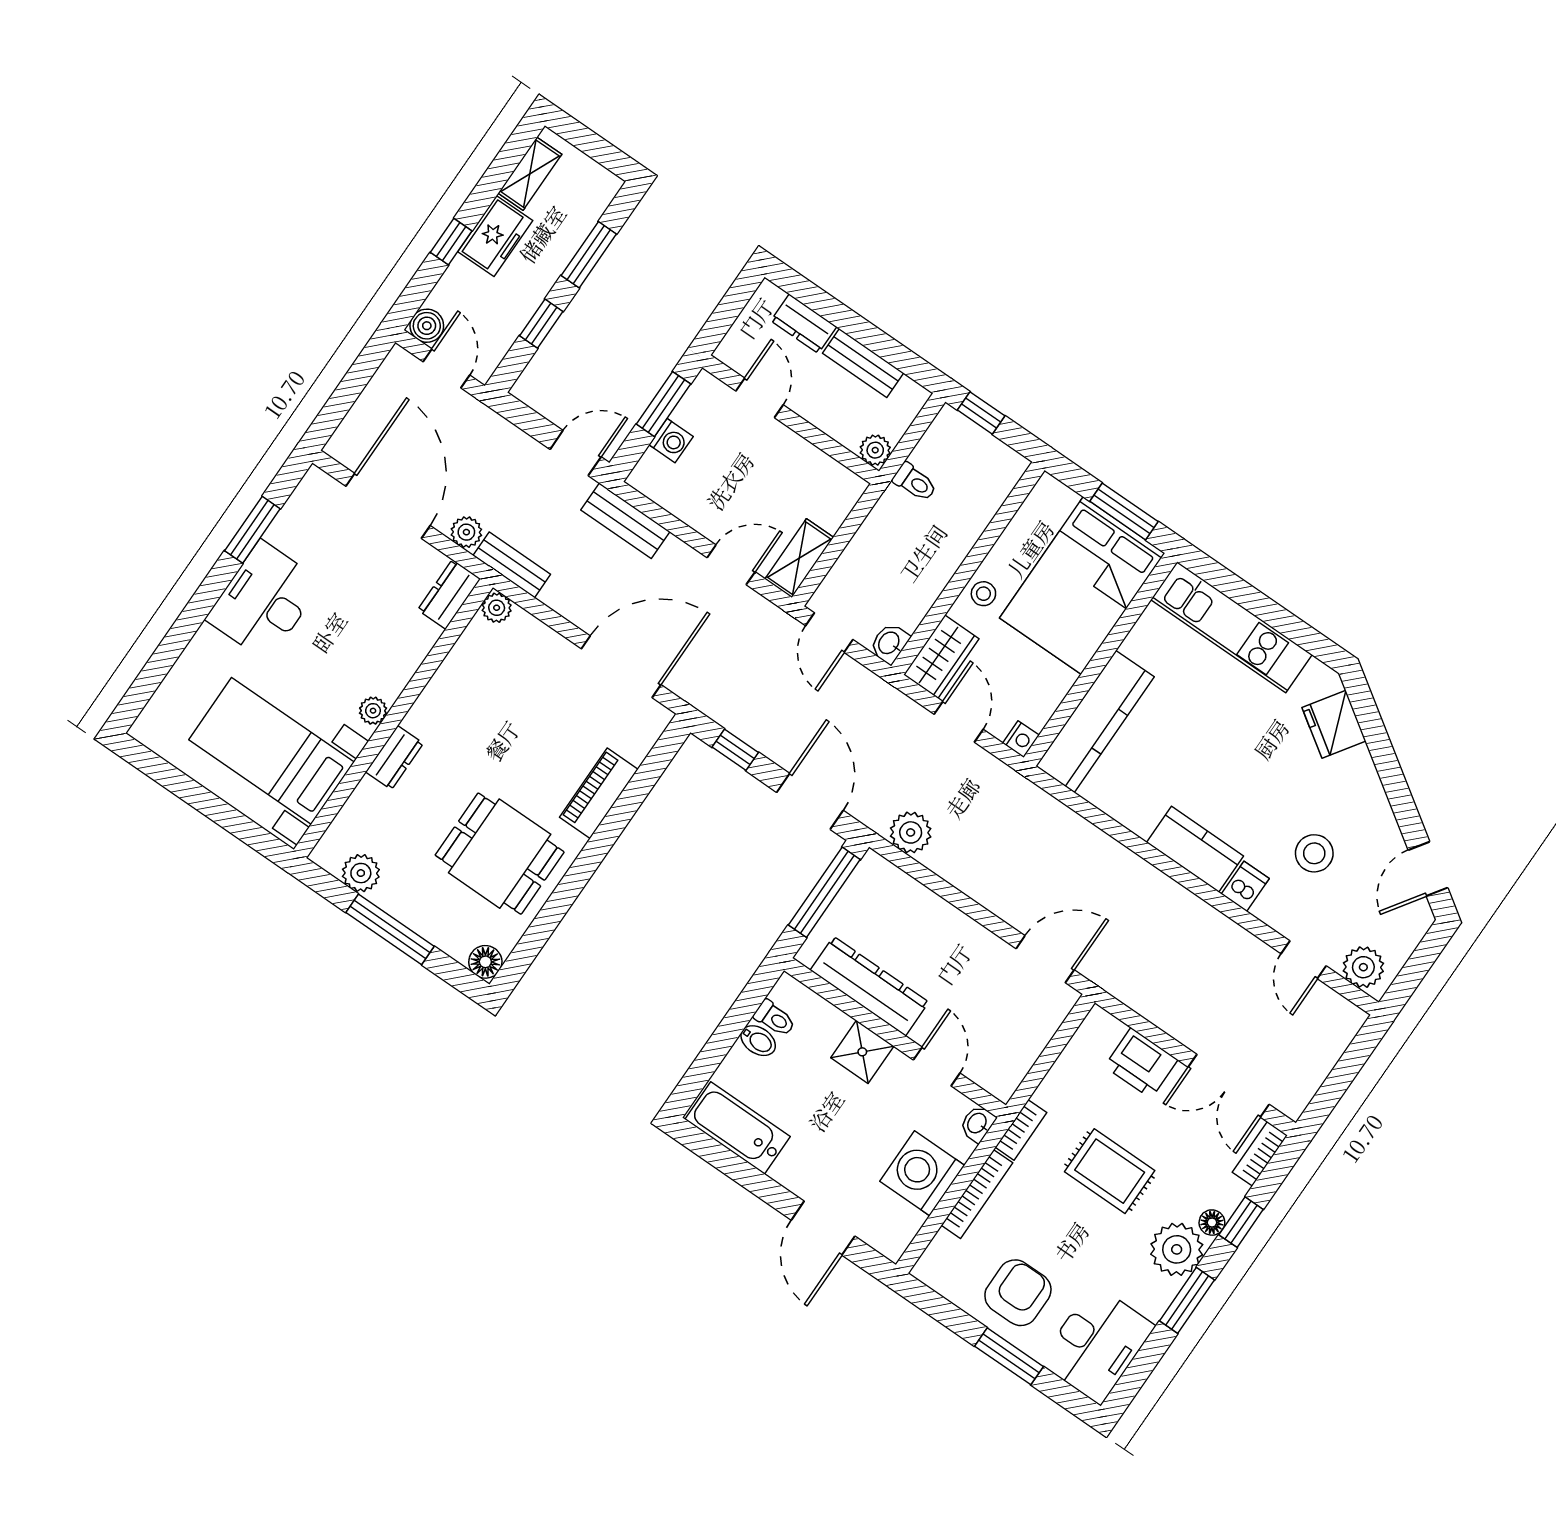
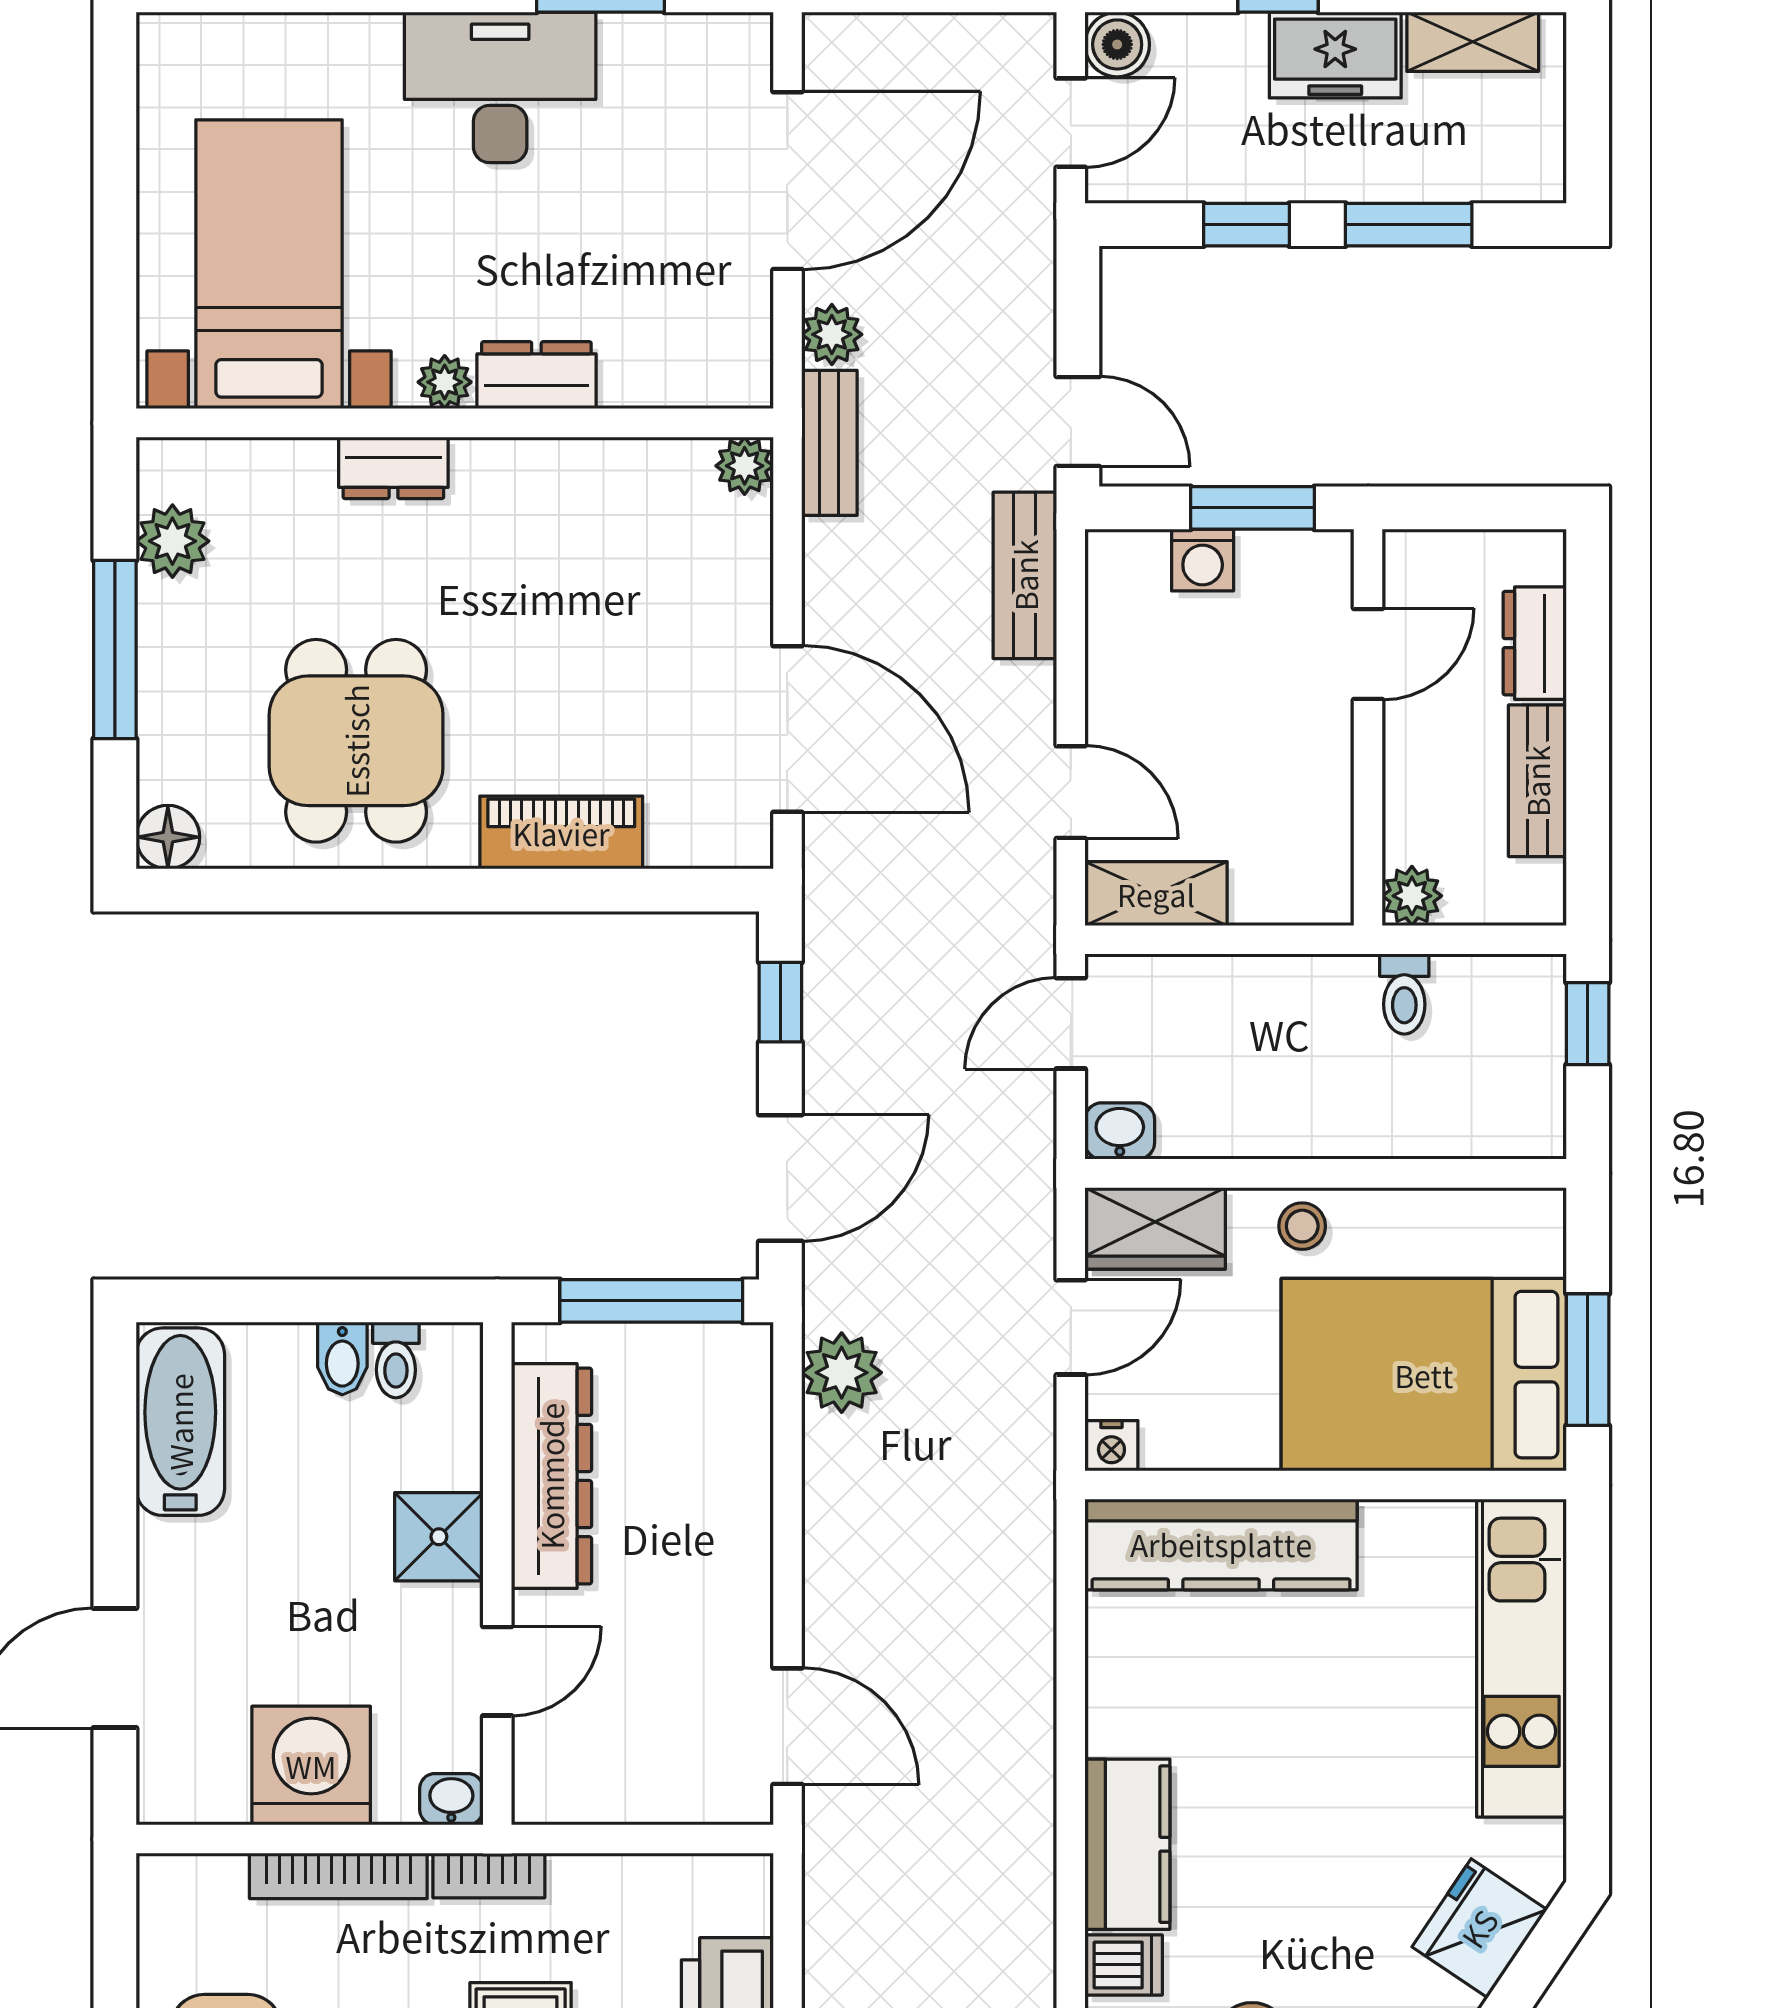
dresser: (449, 594) -> (536, 375), moved

